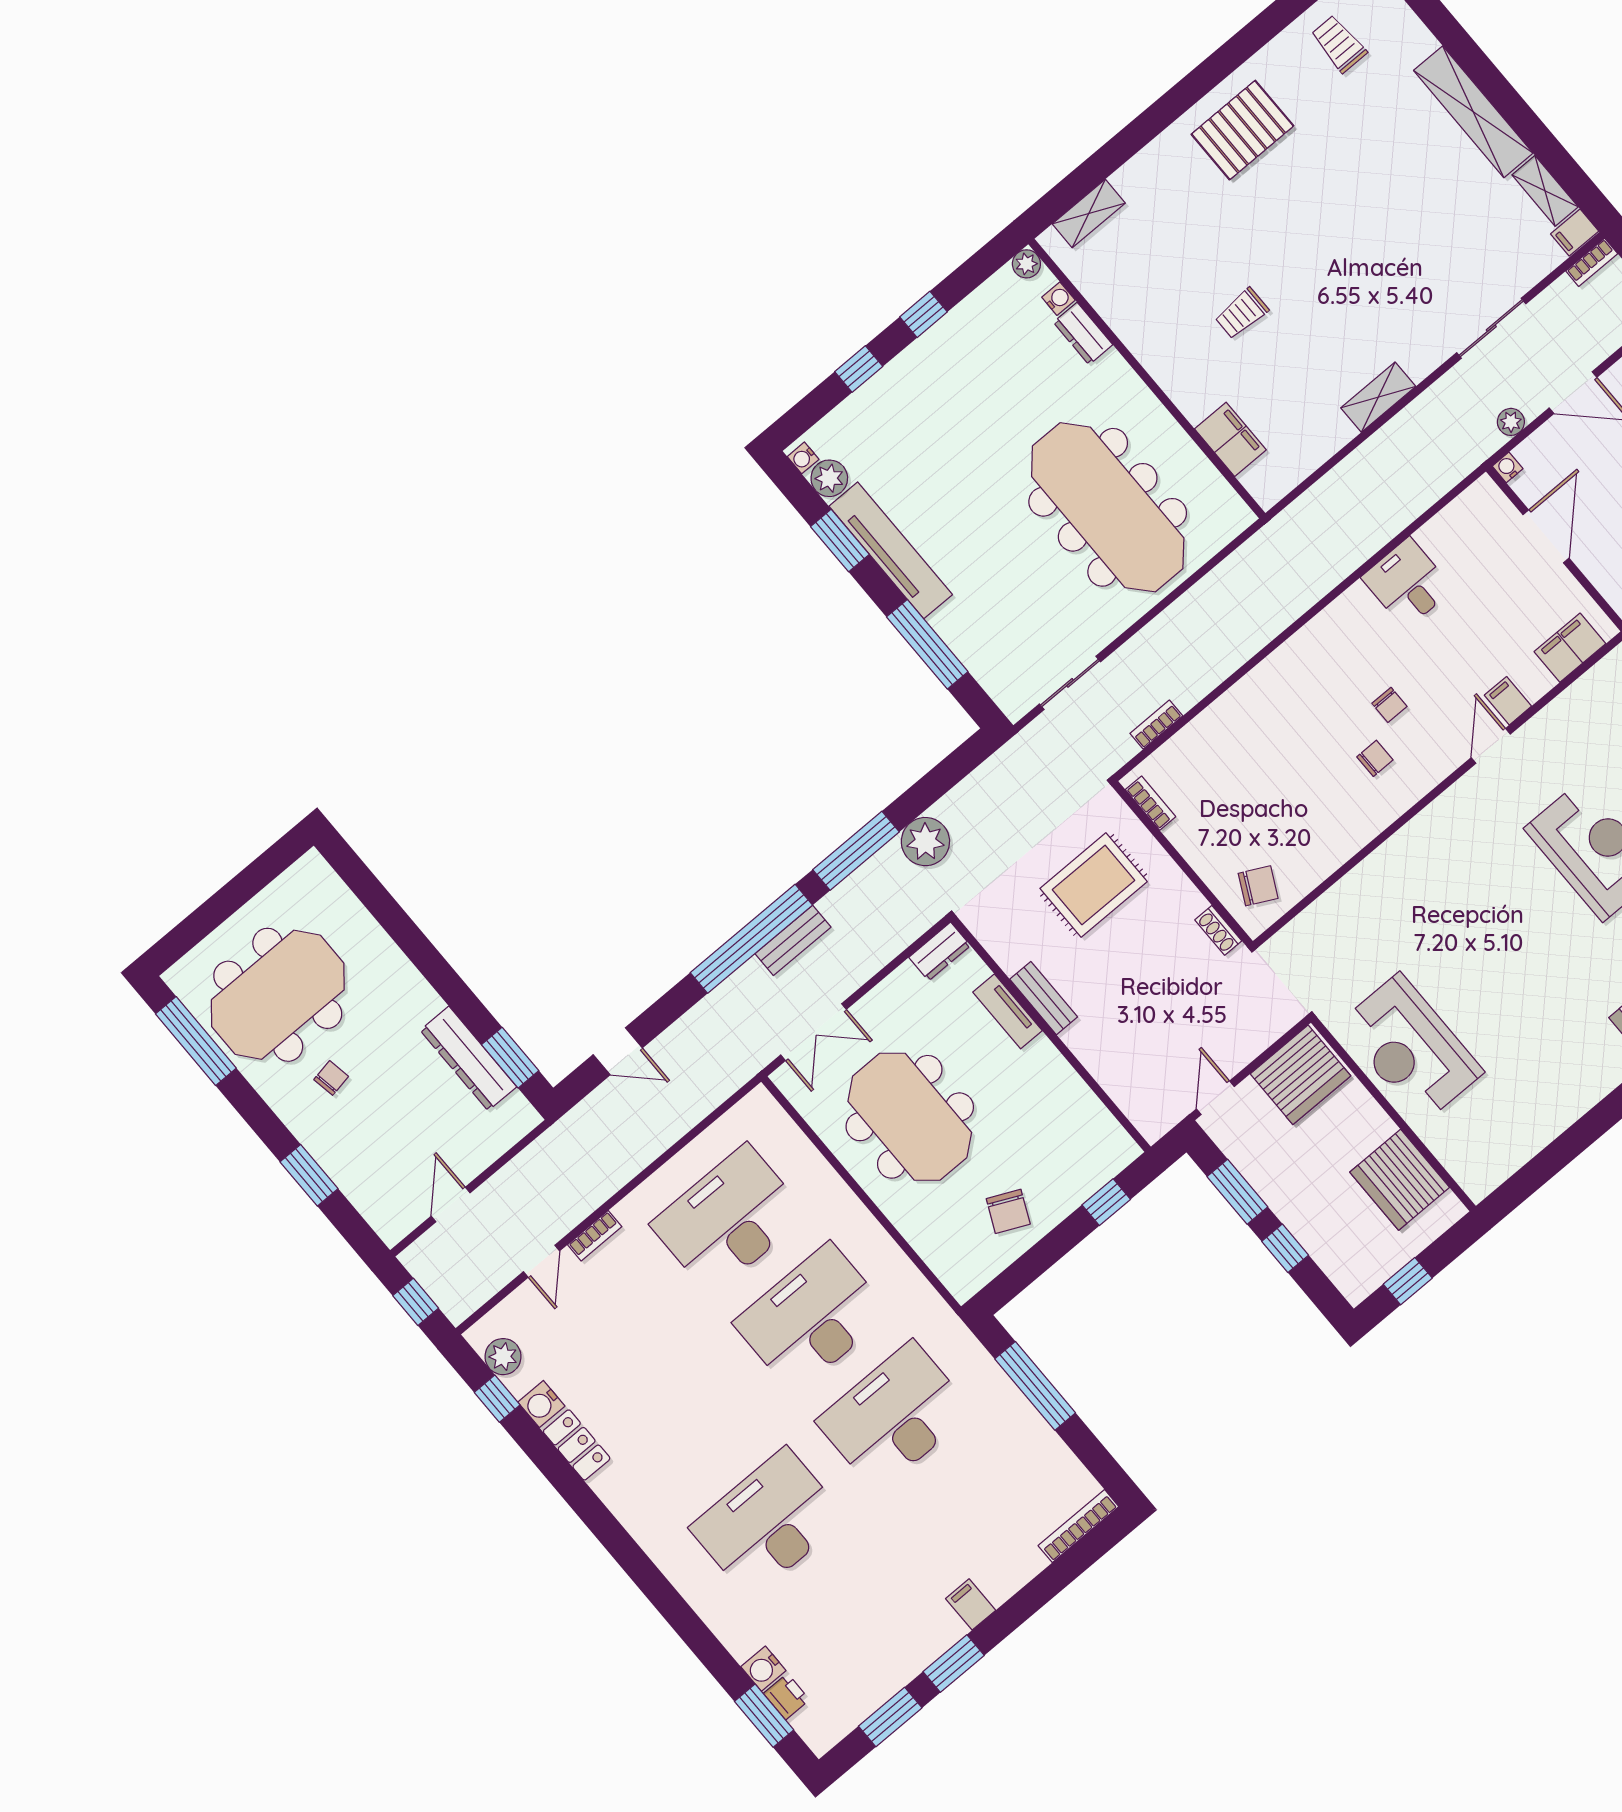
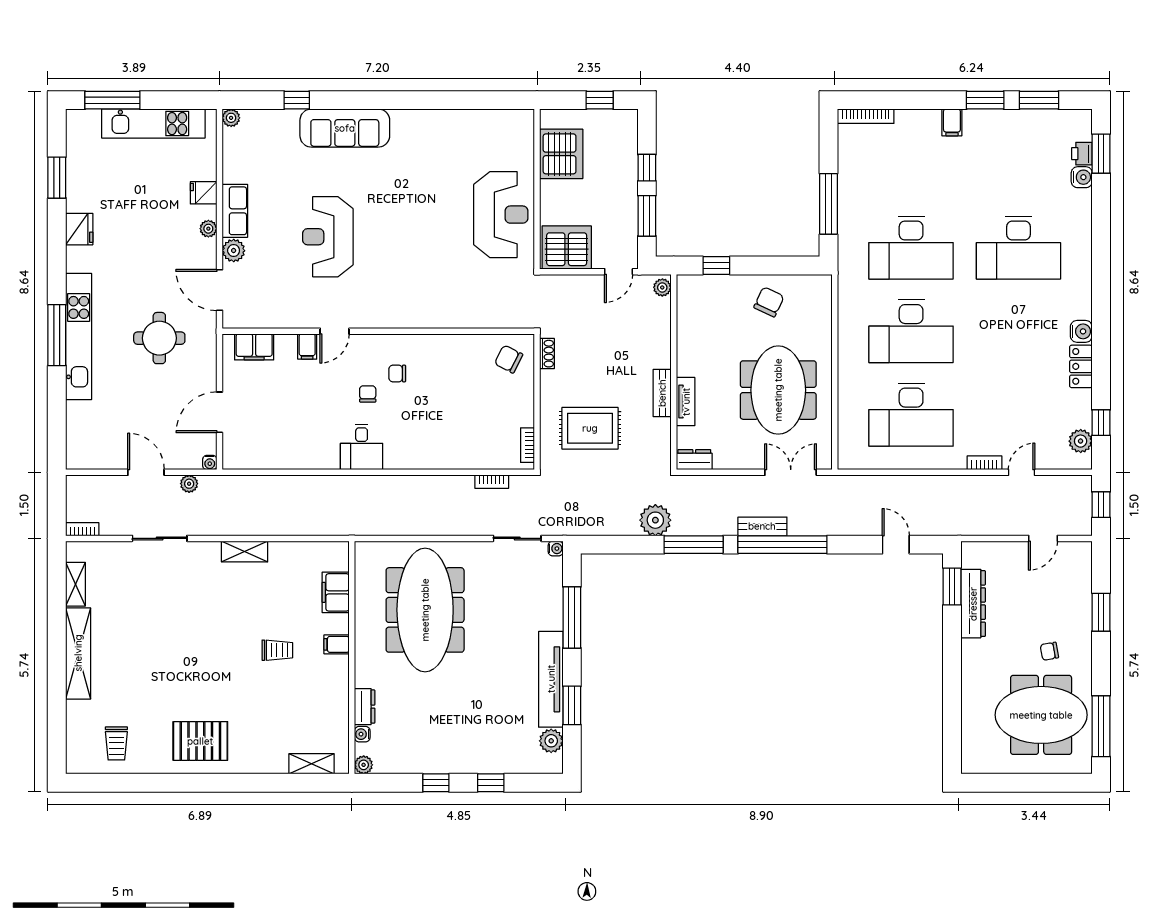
filing cabinet: (1575, 233) -> (337, 644), moved, turned 180
water cooler: (803, 458) -> (556, 549), moved
desk: (1407, 583) -> (362, 447), moved
plant: (1148, 1123) -> (662, 287), added
water cooler: (541, 1404) -> (1081, 331), moved

